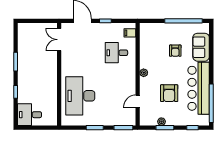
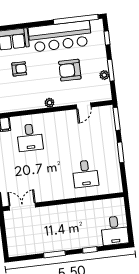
double door: (59, 40) -> (22, 207), swing flipped
armchair: (169, 93) -> (70, 70), turned 180
desk: (80, 96) -> (85, 174), width x0.53, depth x0.77
door: (138, 101) -> (84, 106), hinge flipped

